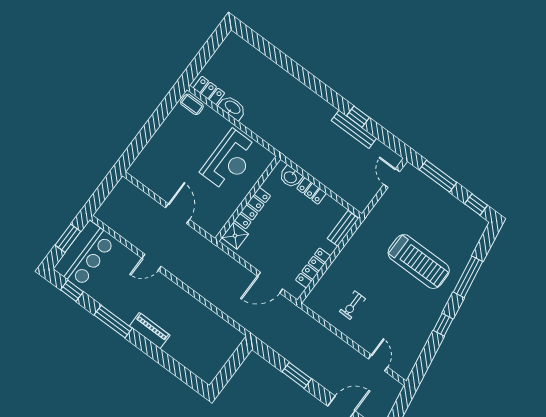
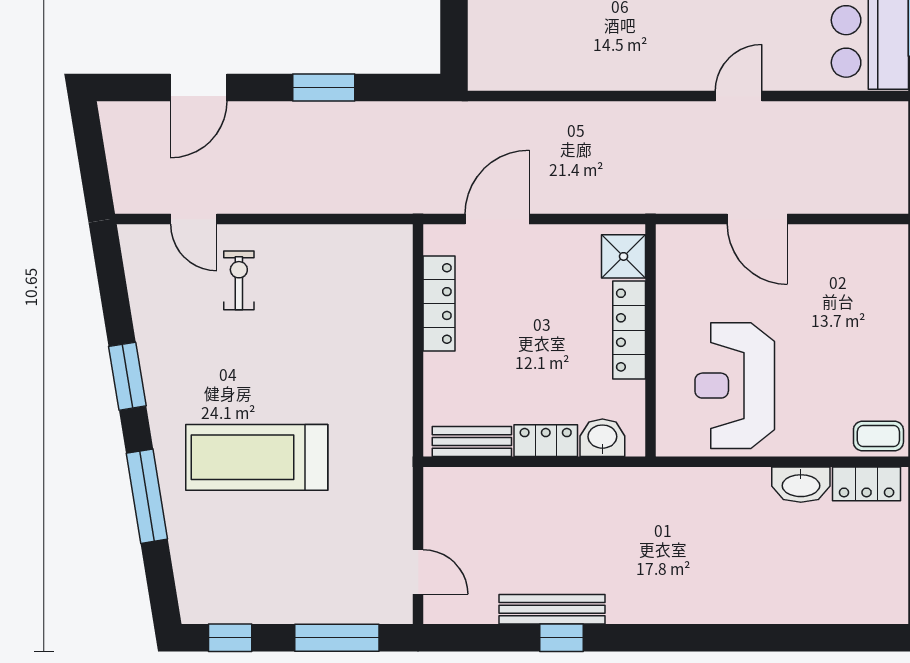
bench: (343, 228) -> (472, 442), moved, turned 90
exercise bike: (352, 305) -> (239, 280), moved
window: (443, 325) -> (127, 376), width x1.50

